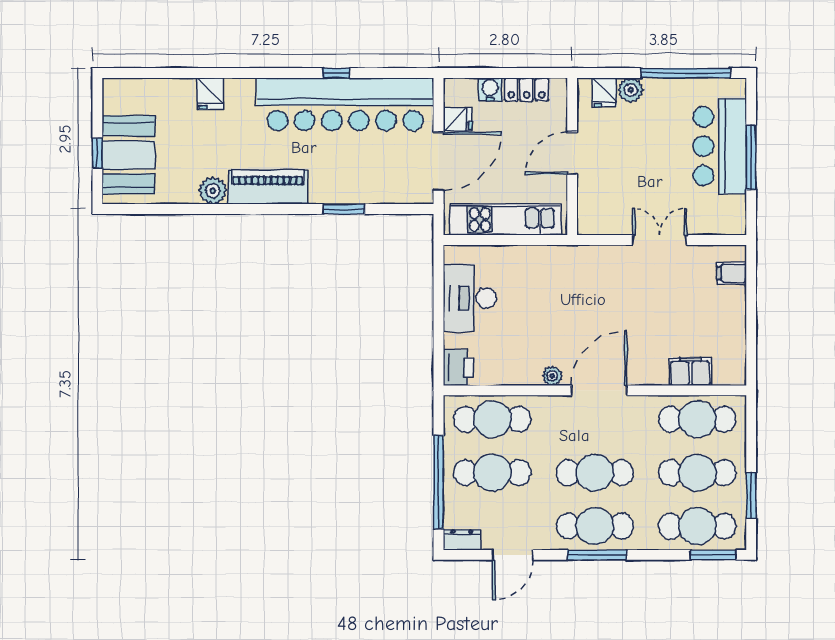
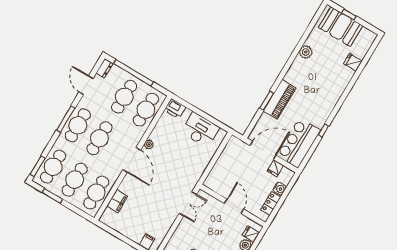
fridge: (210, 94) -> (353, 62), moved
bar counter: (345, 104) -> (299, 143), width x0.54
door: (438, 161) -> (263, 150), swing flipped
piano: (268, 187) -> (279, 99), moved
kitchen unit: (505, 220) -> (223, 163), removed
double door: (660, 240) -> (188, 204), moved

